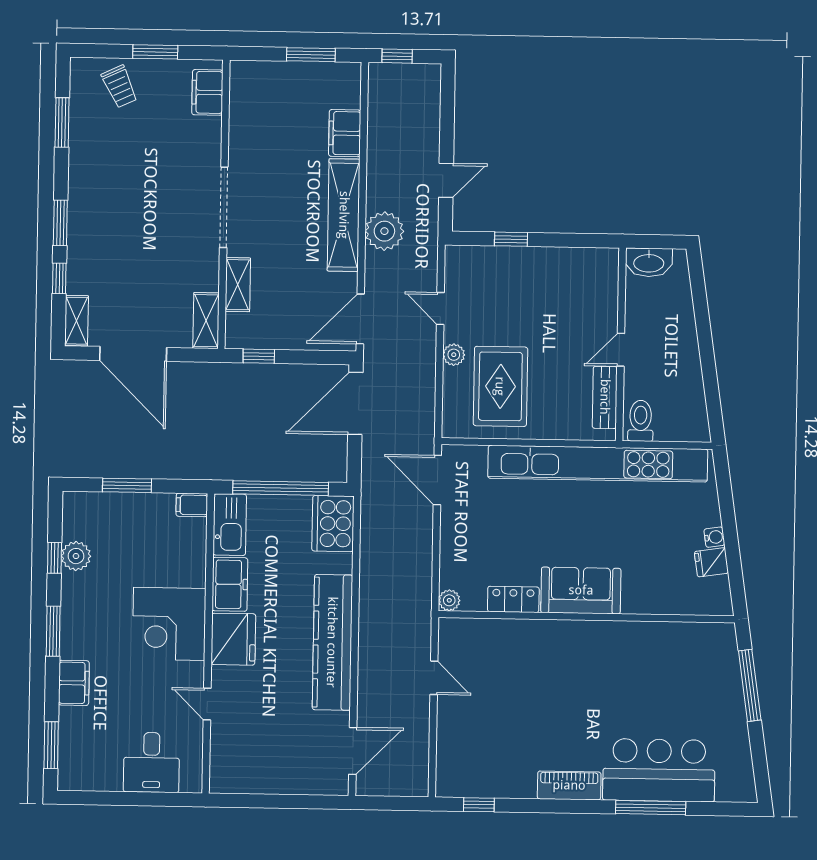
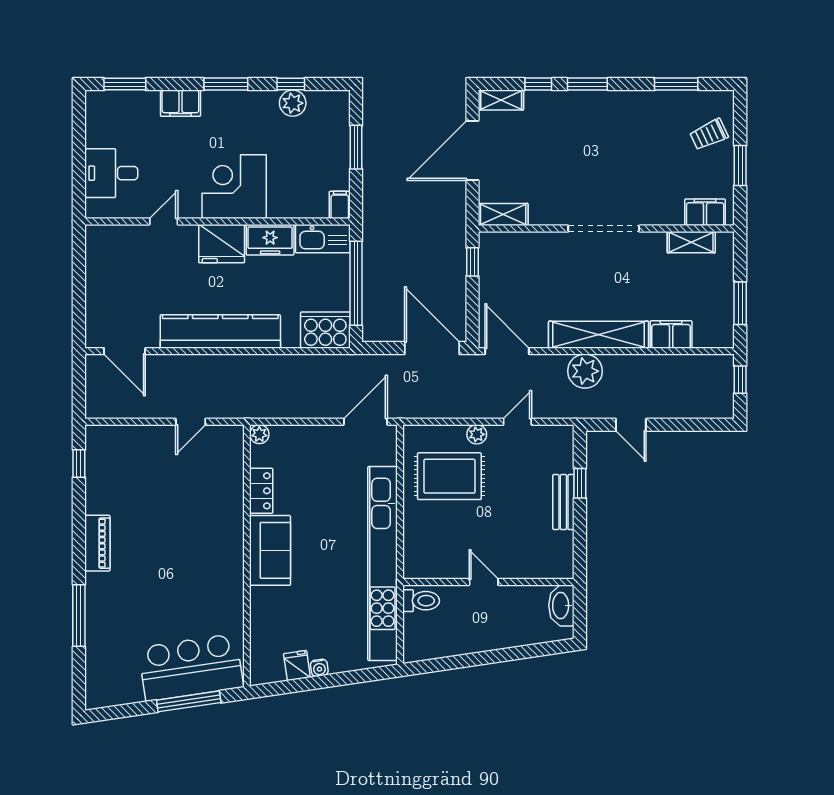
shelving: (238, 285) -> (691, 242), moved
bench: (605, 397) -> (563, 502), moved, turned 90
bar counter: (659, 770) -> (191, 667), moved, turned -98

